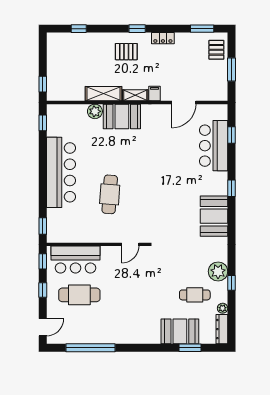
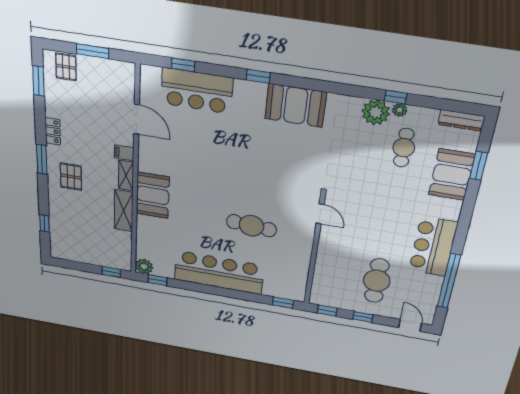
window: (137, 29) -> (42, 159), width x1.50
pallet: (216, 50) -> (66, 67), turned 90
plant: (95, 111) -> (144, 267), moved
bar counter: (75, 260) -> (433, 247), moved, turned 180
plant: (223, 308) -> (400, 110), moved

